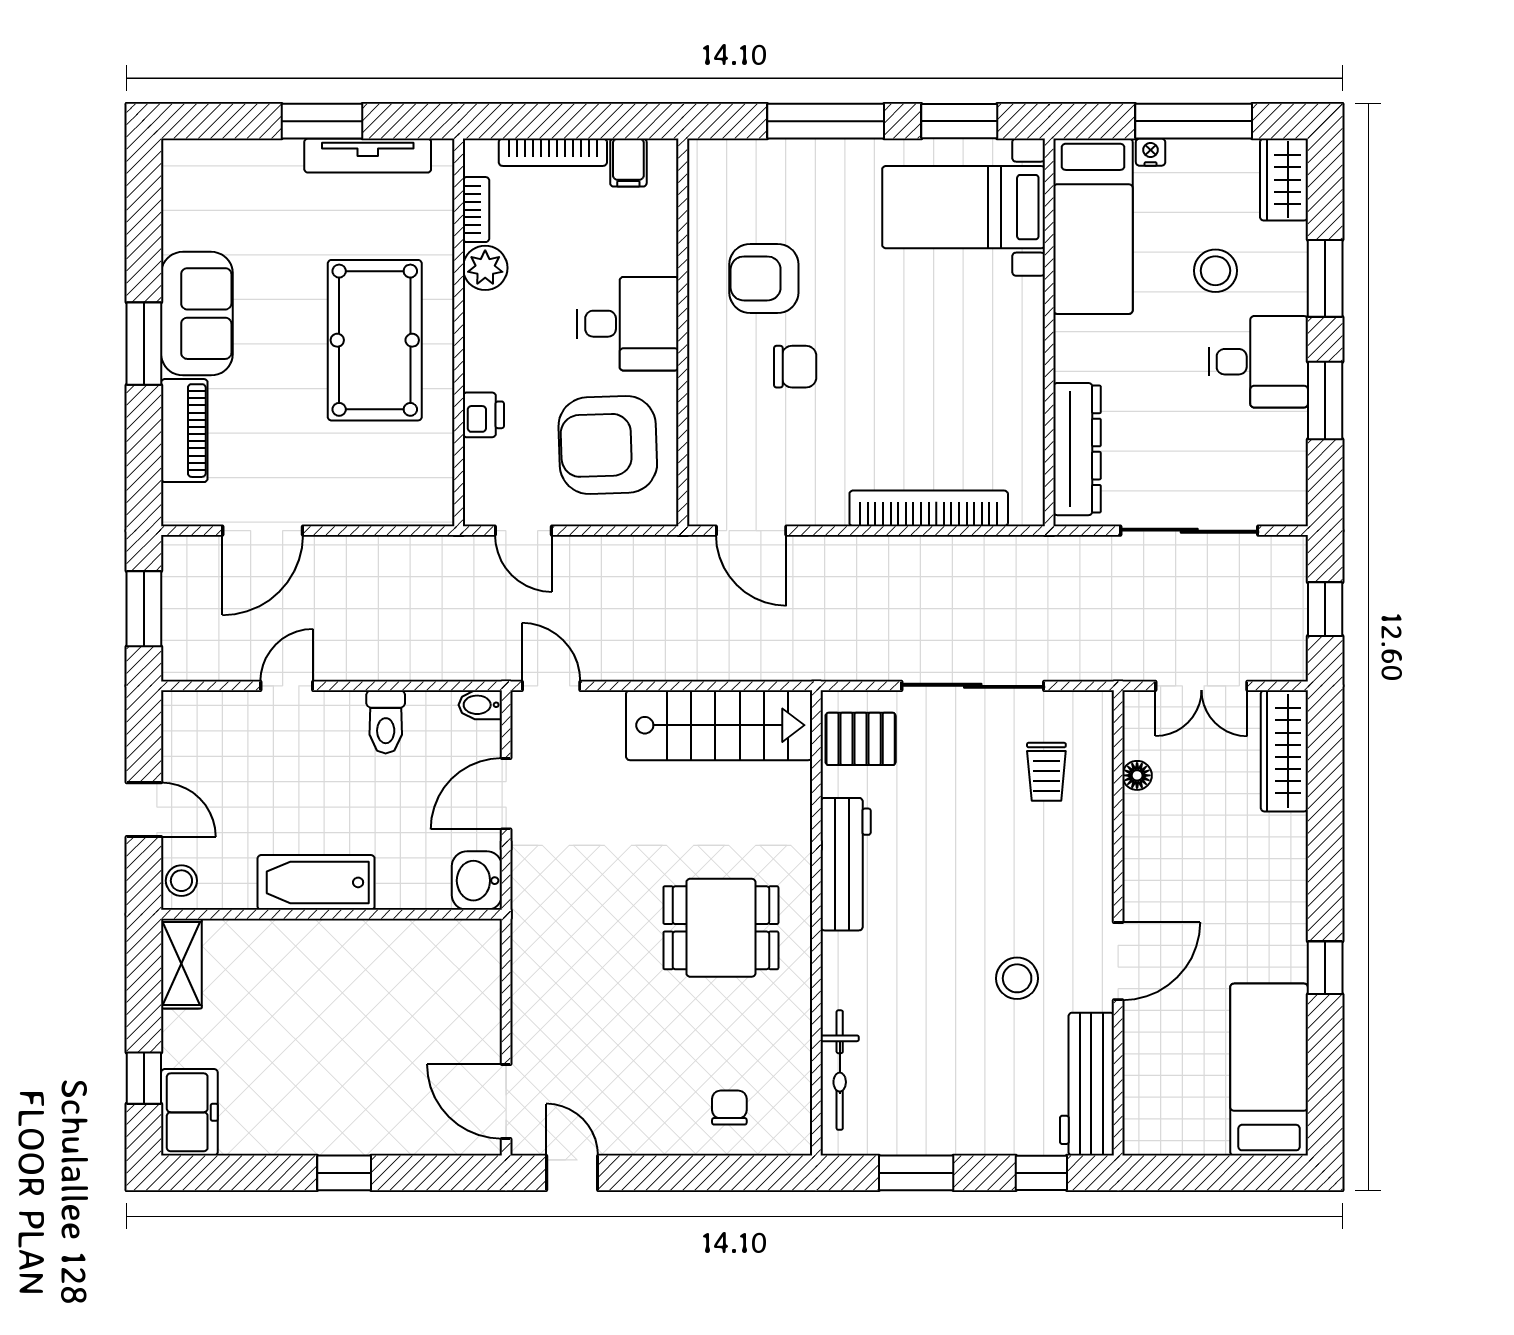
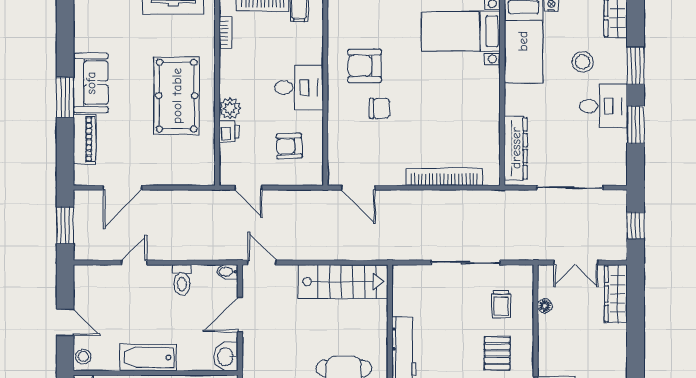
plant: (485, 268) -> (230, 108), moved
armchair: (608, 445) -> (289, 146), width x0.53, depth x0.53
pallet: (861, 739) -> (497, 354), moved, turned 90

